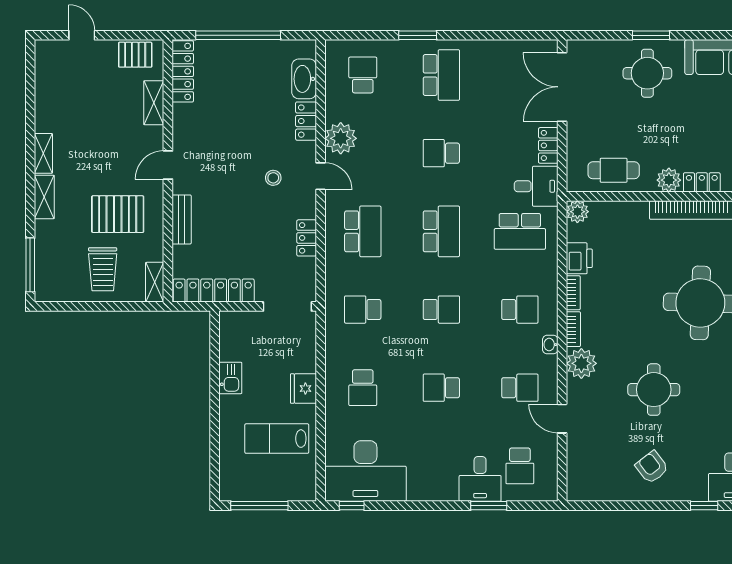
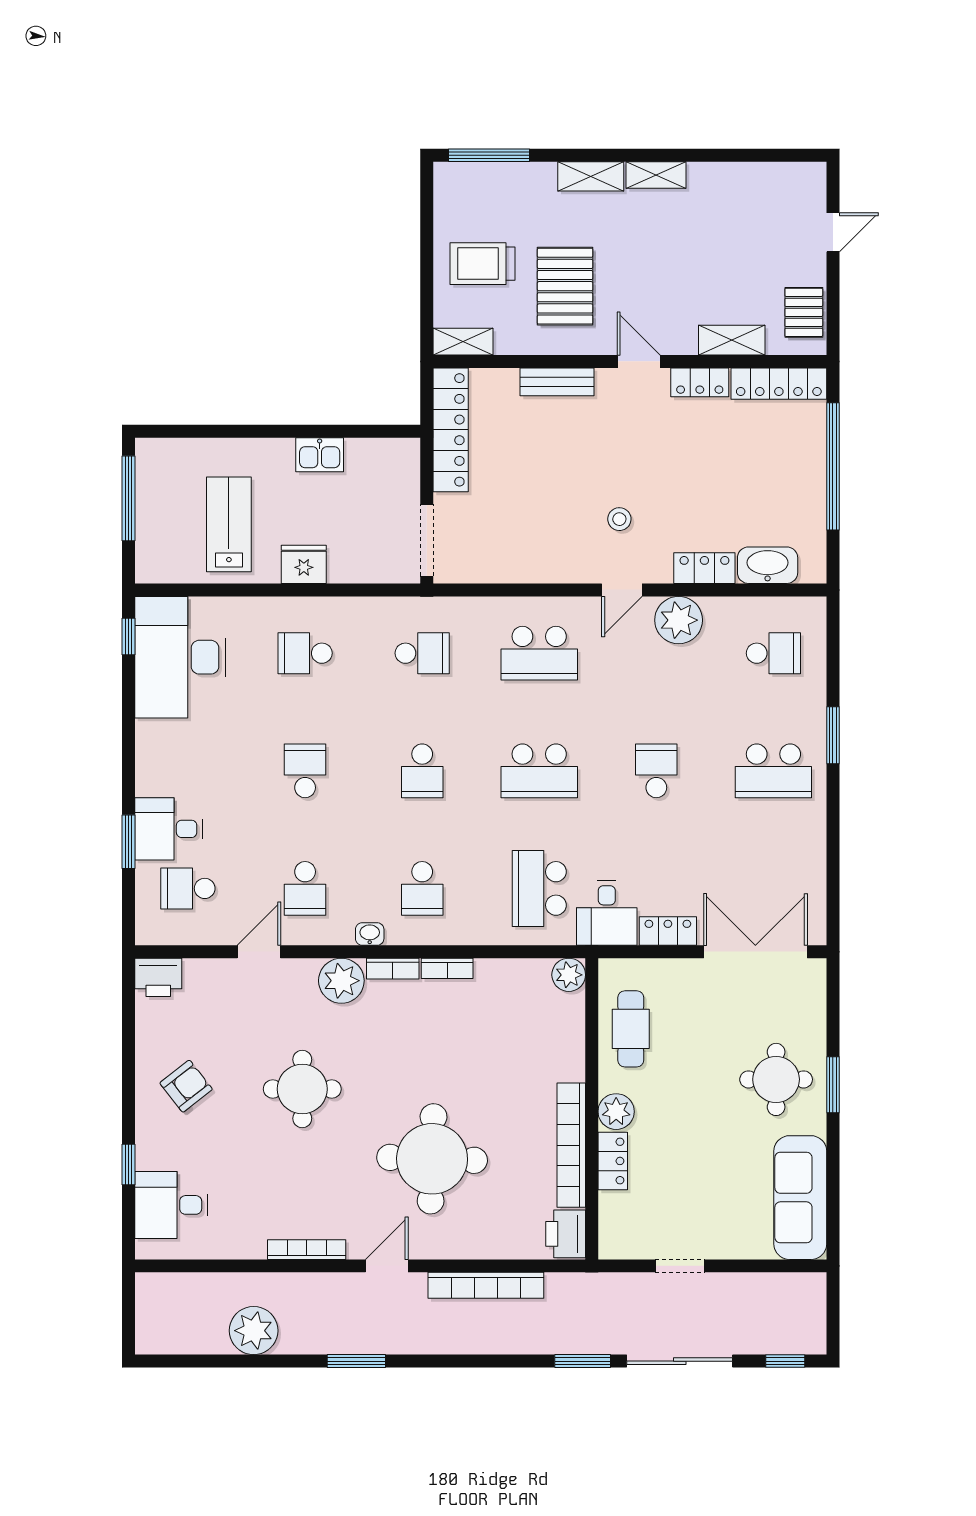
locker: (307, 238) -> (700, 382), moved, turned 180
printer: (579, 258) -> (158, 977), moved
school desk: (363, 310) -> (422, 653), turned 90

